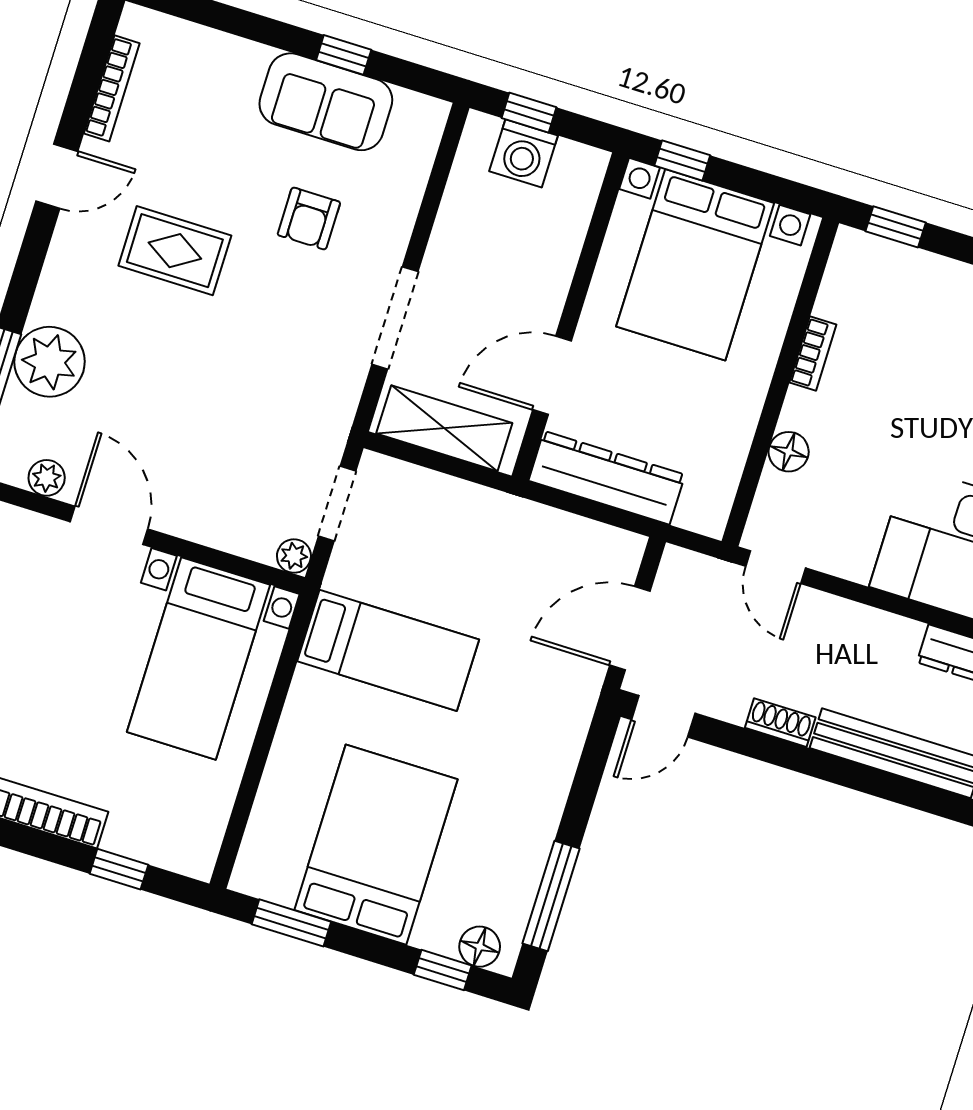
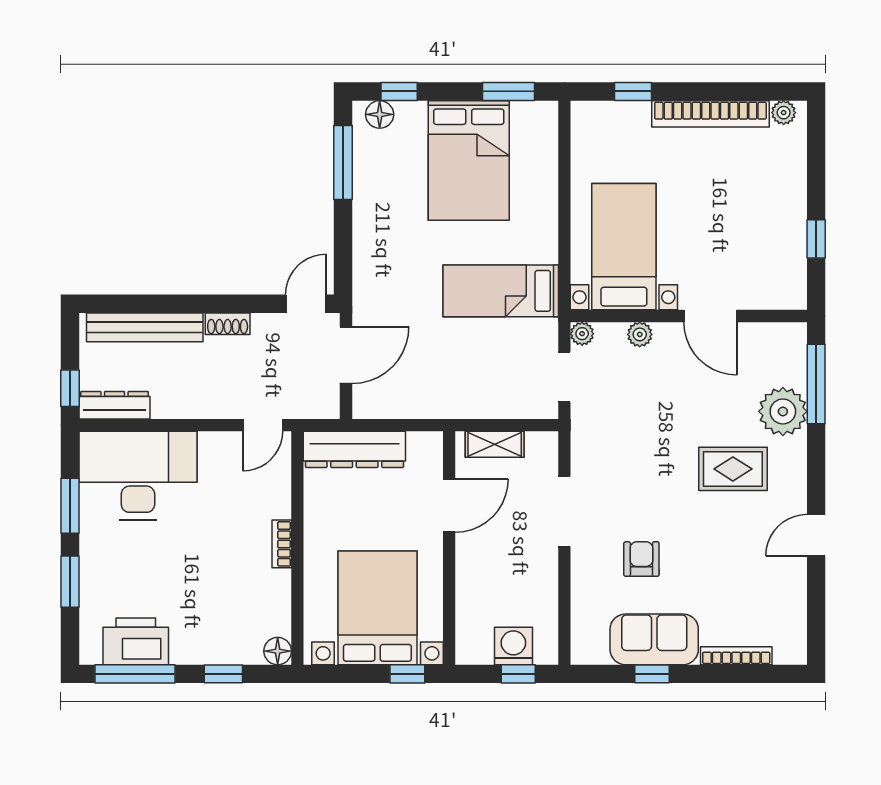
bookcase: (112, 88) -> (736, 656), moved, turned 90
window: (896, 227) -> (223, 674), moved
rug: (175, 251) -> (733, 469), moved
bookcase: (813, 354) -> (282, 544), moved
shelving: (444, 428) -> (495, 444), width x0.67, depth x0.75
floor lamp: (789, 452) -> (278, 651), moved
plant: (47, 478) -> (640, 334), moved
dresser: (607, 478) -> (354, 449), moved
door: (776, 567) -> (263, 425), swing flipped

